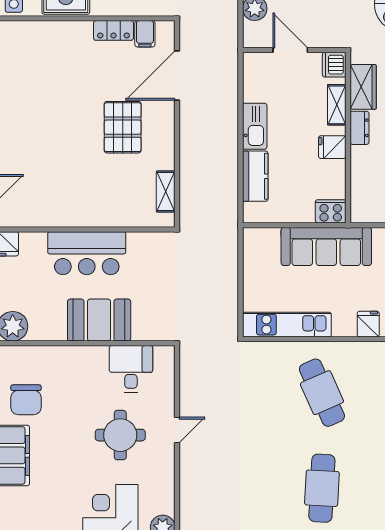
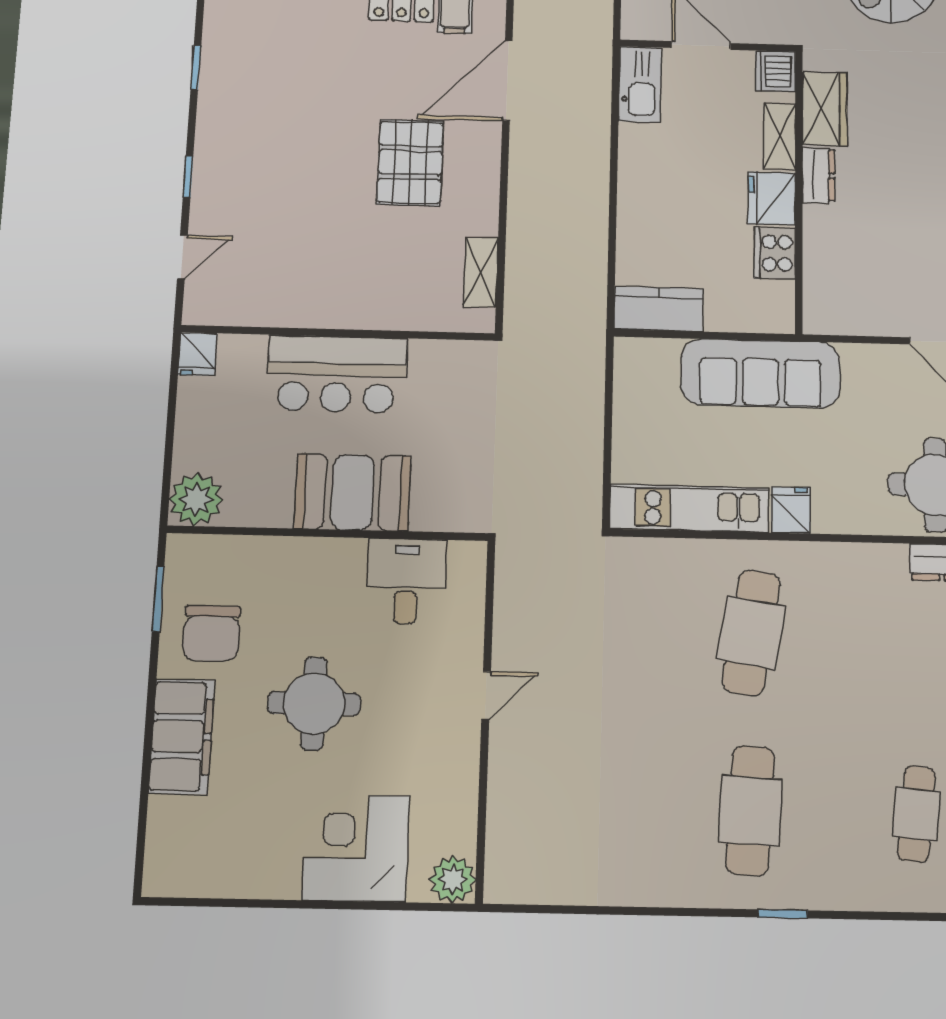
kitchen sink: (255, 126) -> (640, 84), moved
fridge: (332, 147) -> (772, 198), width x1.38
kitchen counter: (255, 176) -> (659, 309), moved, turned -90
cooker: (331, 211) -> (775, 253), moved, turned -90
fridge: (368, 324) -> (791, 510), moved
cafe table: (322, 393) -> (751, 633), turned 33
round table: (120, 435) -> (314, 704), moved

